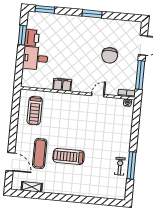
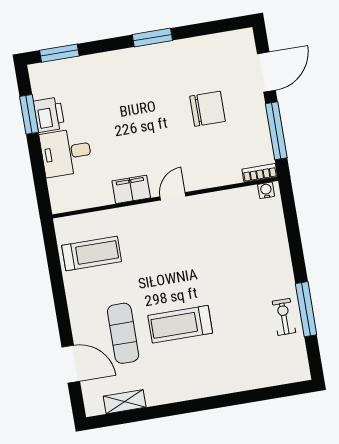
chair: (110, 55) -> (208, 109), turned -90
door: (98, 95) -> (173, 196), moved
treadmill: (35, 111) -> (92, 253), turned -90

